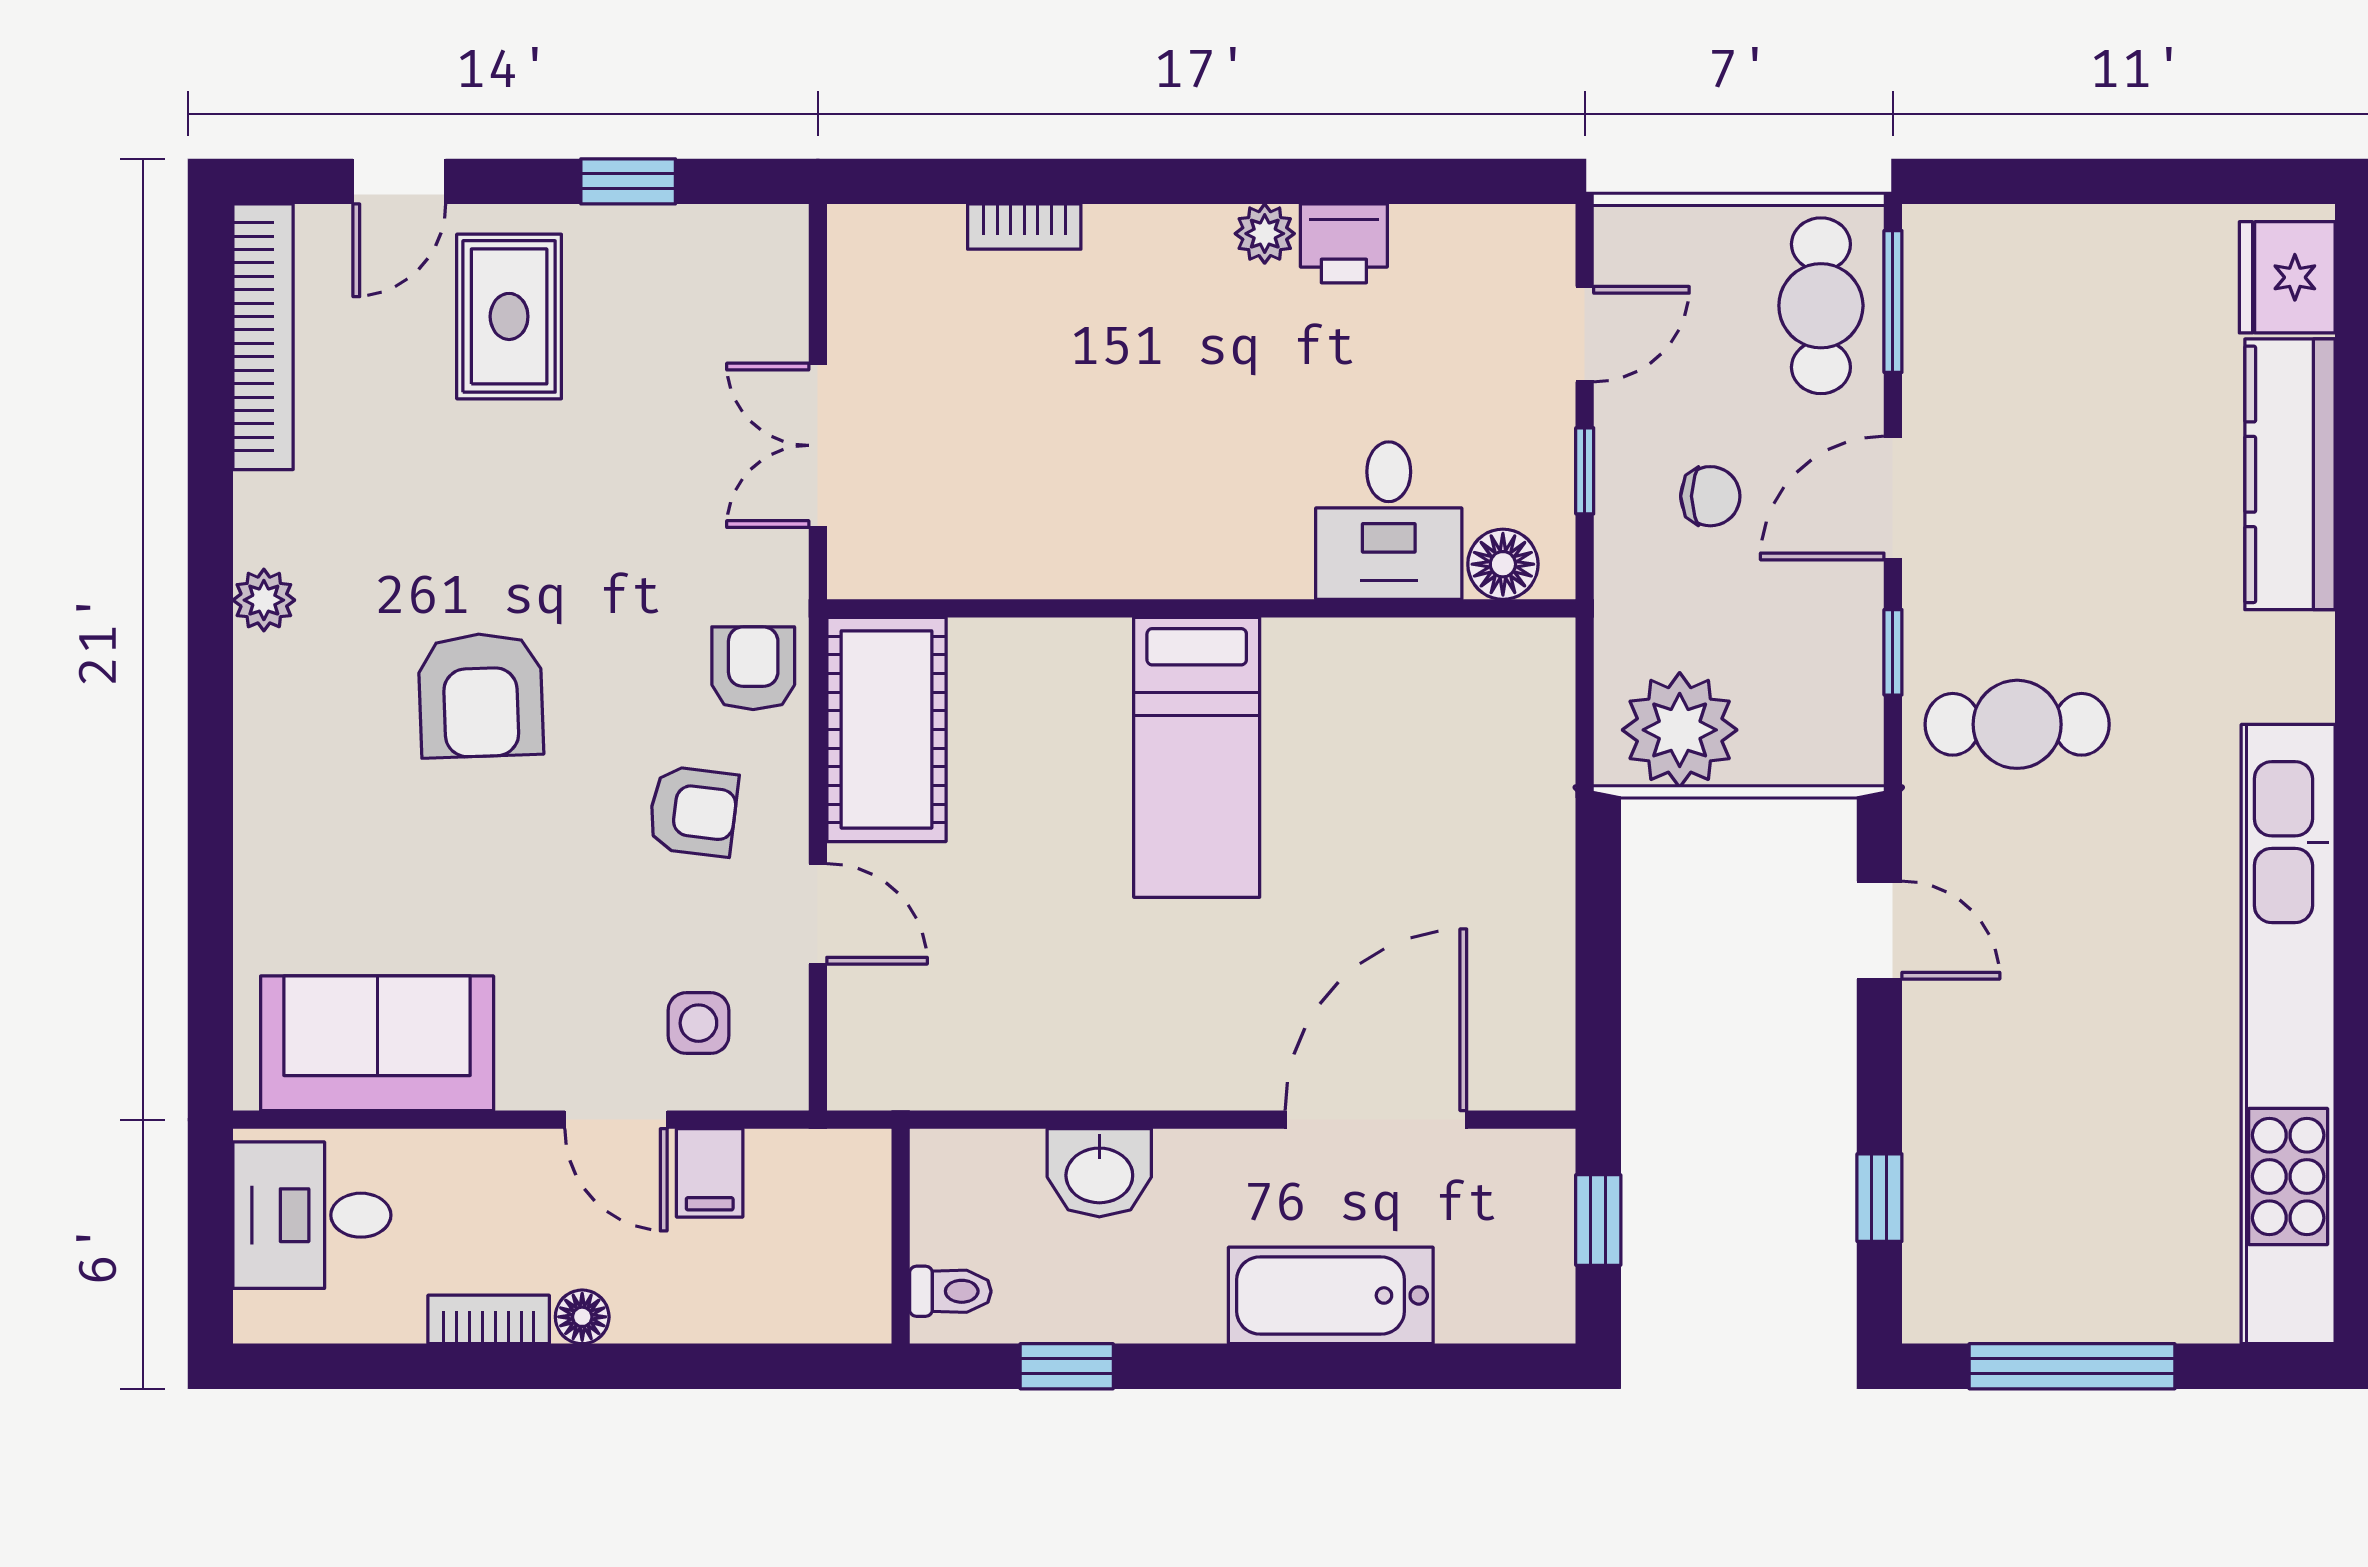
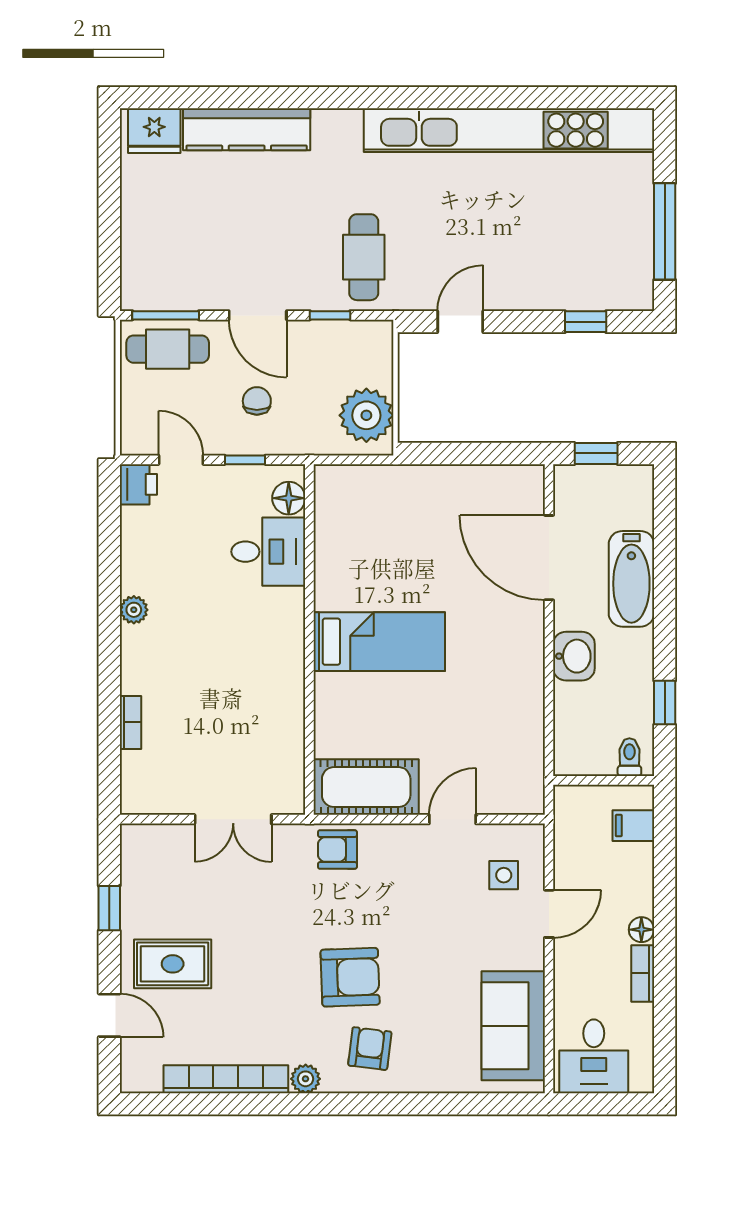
printer: (1344, 243) -> (138, 484), moved
bookcase: (263, 337) -> (226, 1079), moved
armchair: (693, 811) -> (370, 1049), moved
filing cabinet: (710, 1173) -> (633, 826), moved, turned 180
washbasin: (1099, 1173) -> (574, 656), moved

